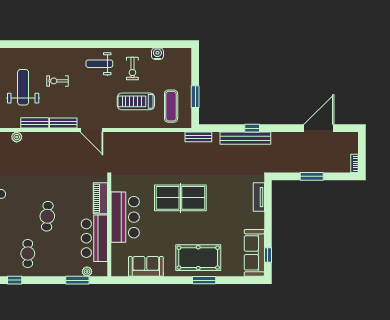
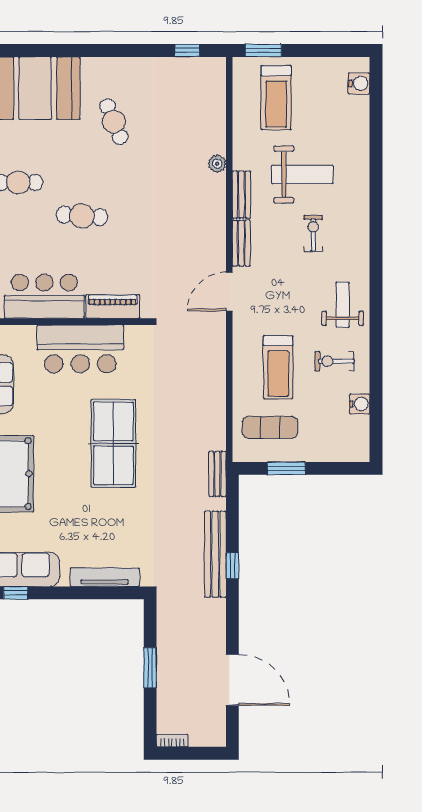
treadmill: (136, 101) -> (278, 367), turned 180
tv unit: (259, 197) -> (105, 577), width x1.41

